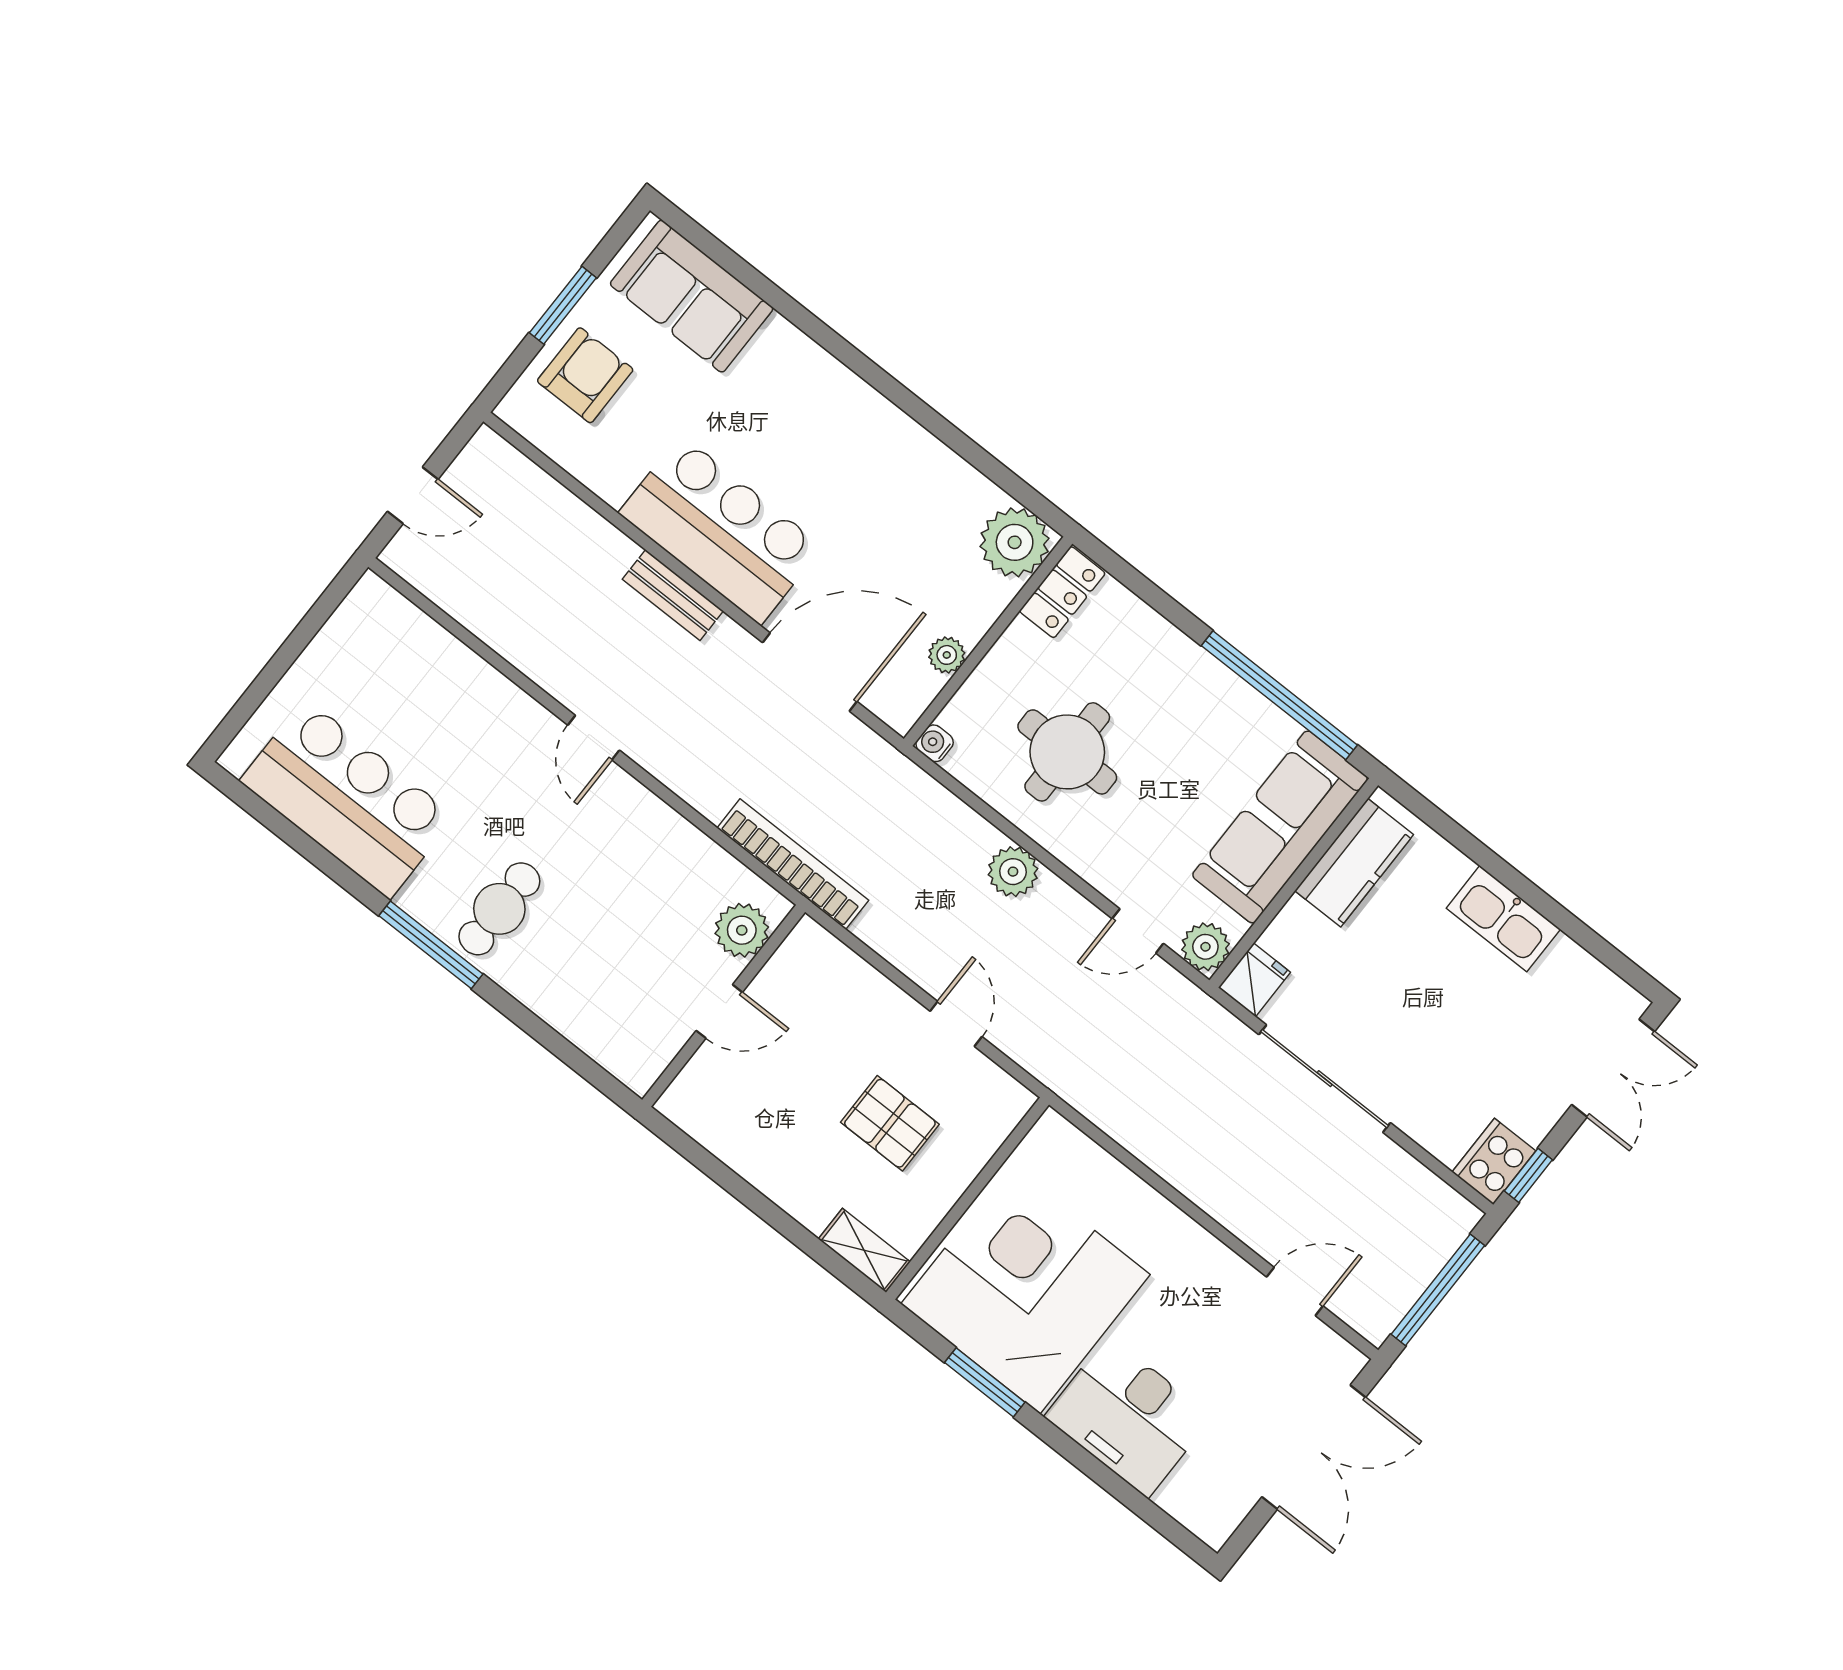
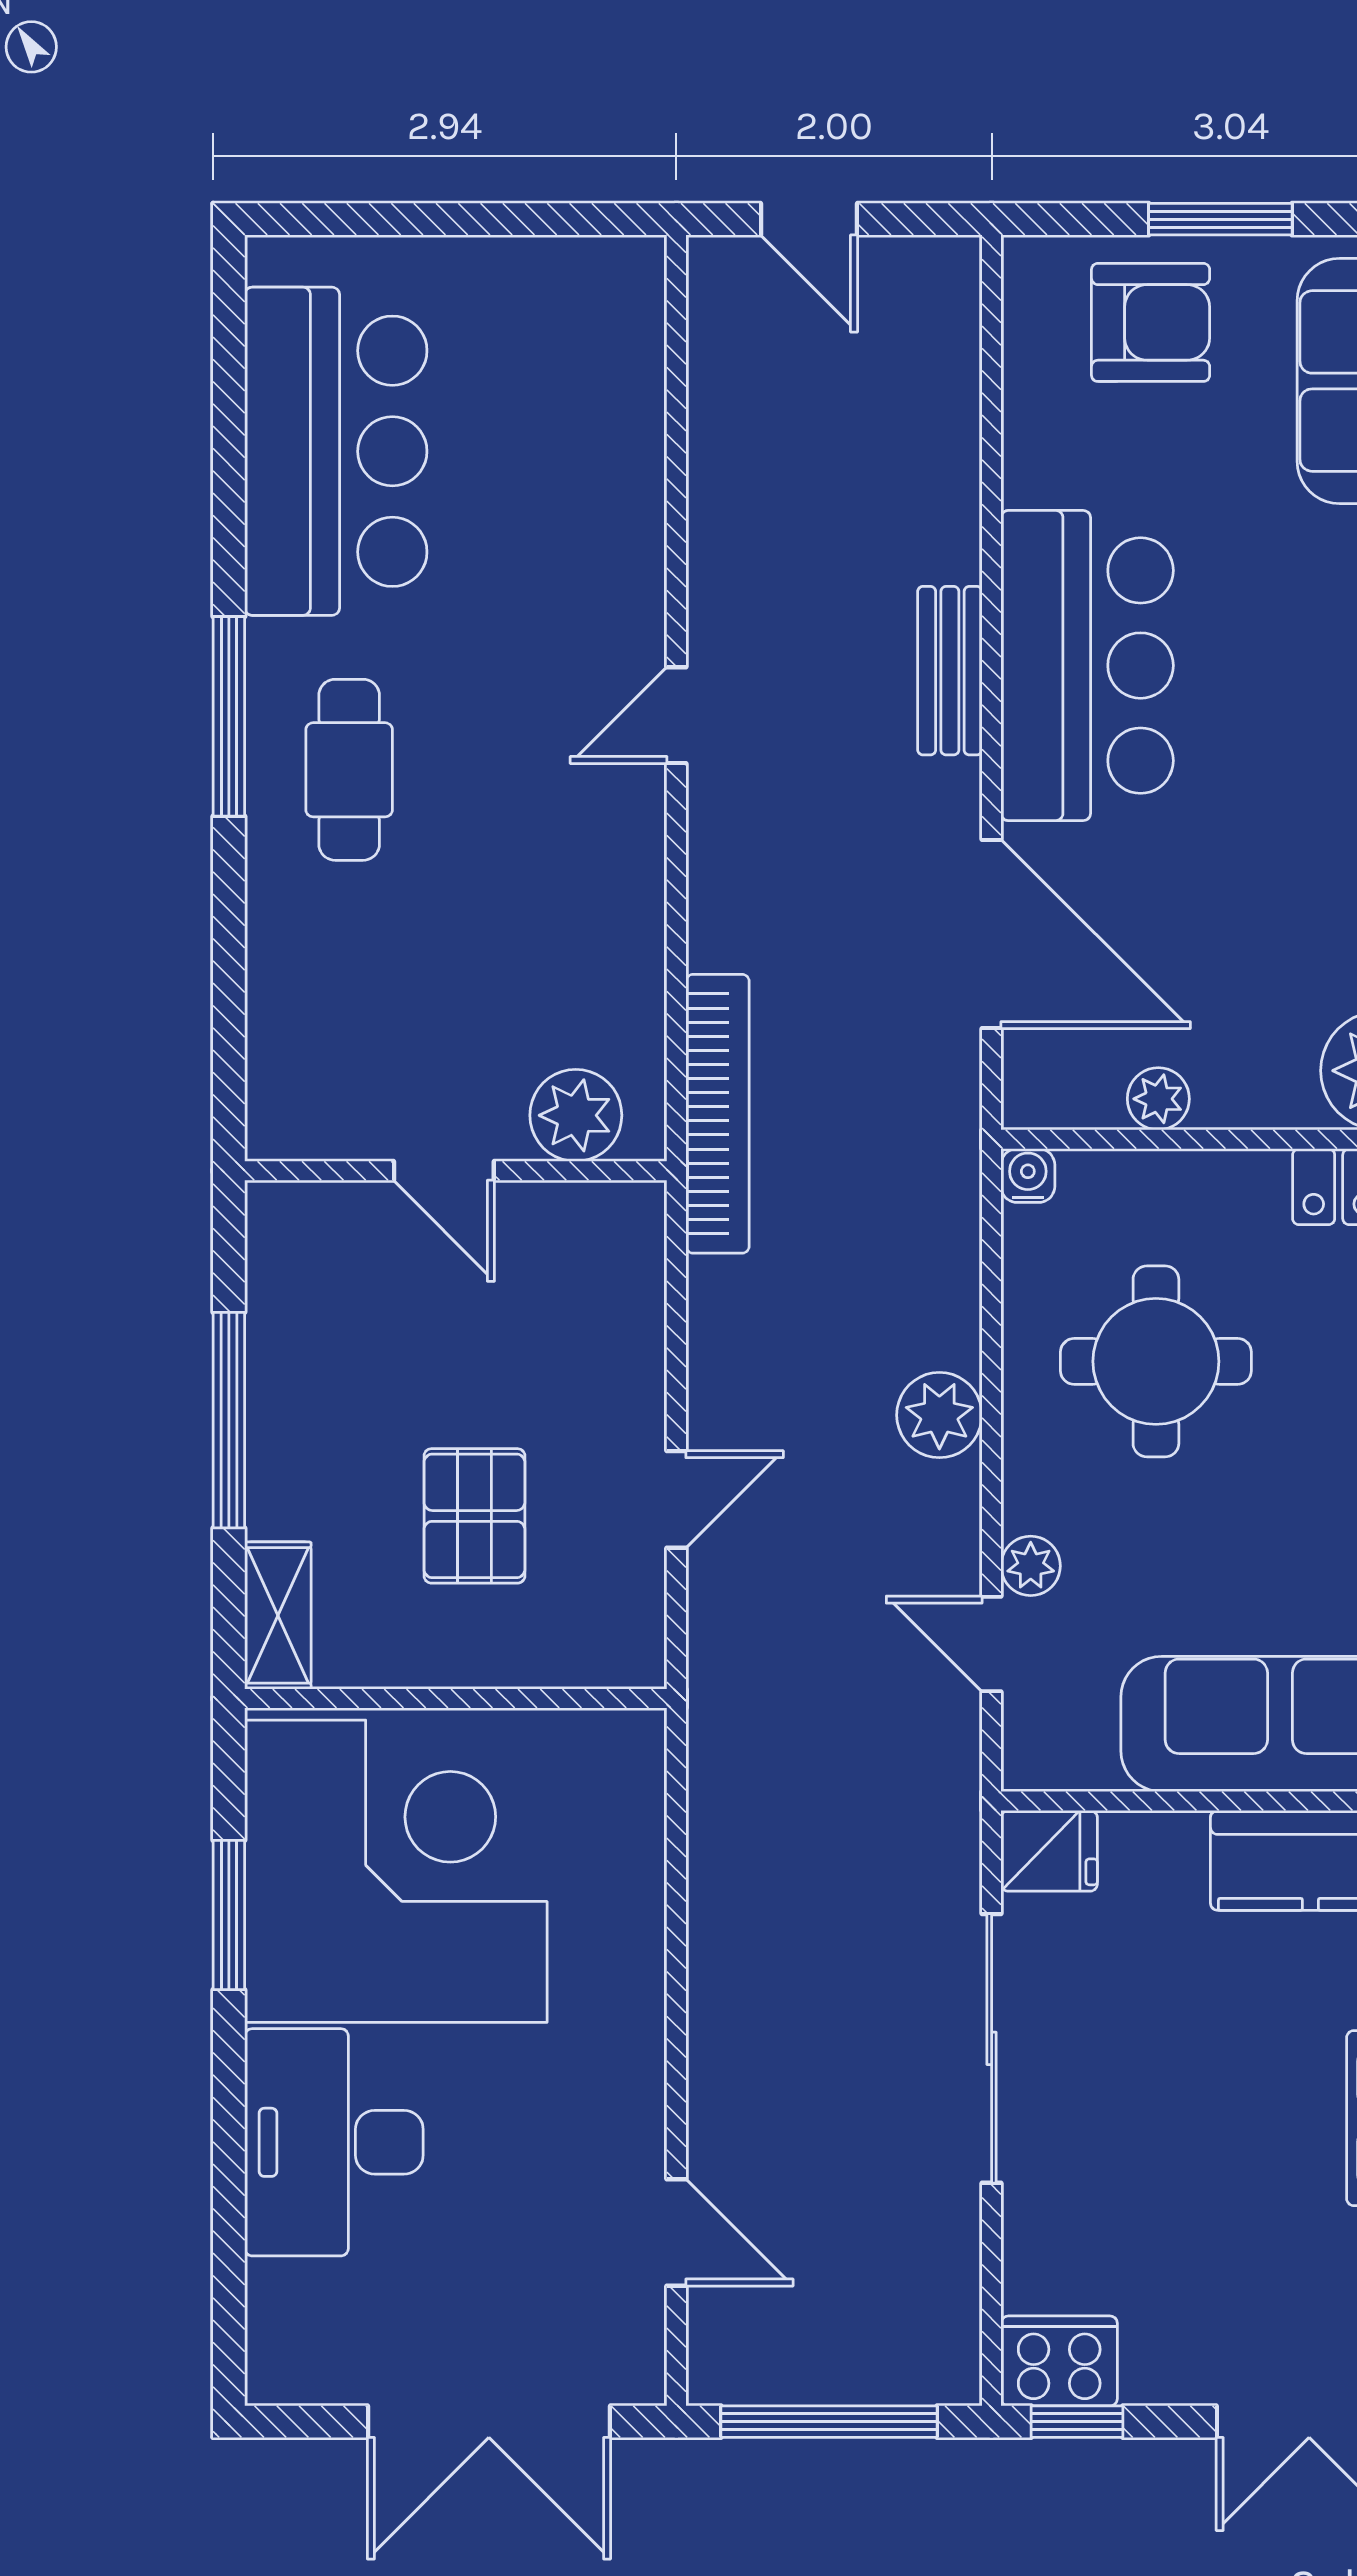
cafe table: (499, 909) -> (349, 770), turned 90
plant: (1205, 947) -> (1031, 1566), moved, width x0.73, depth x0.73
window: (756, 1202) -> (229, 1420), added

